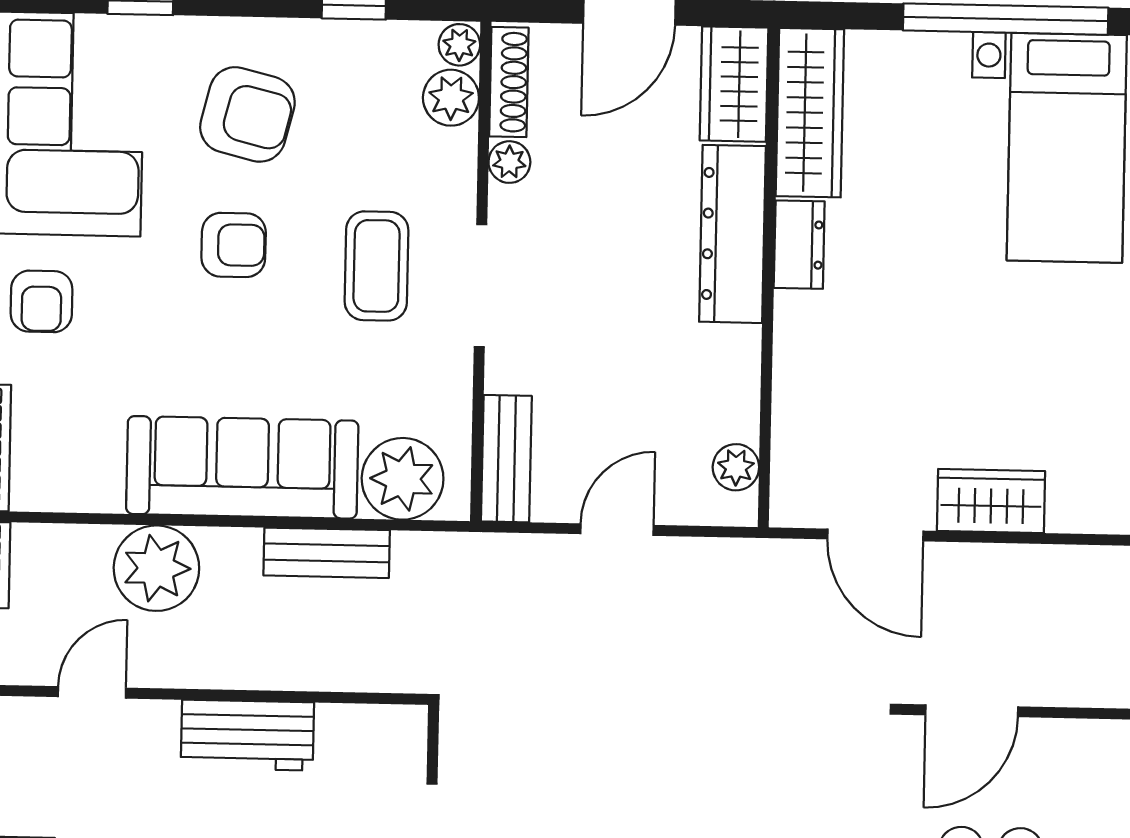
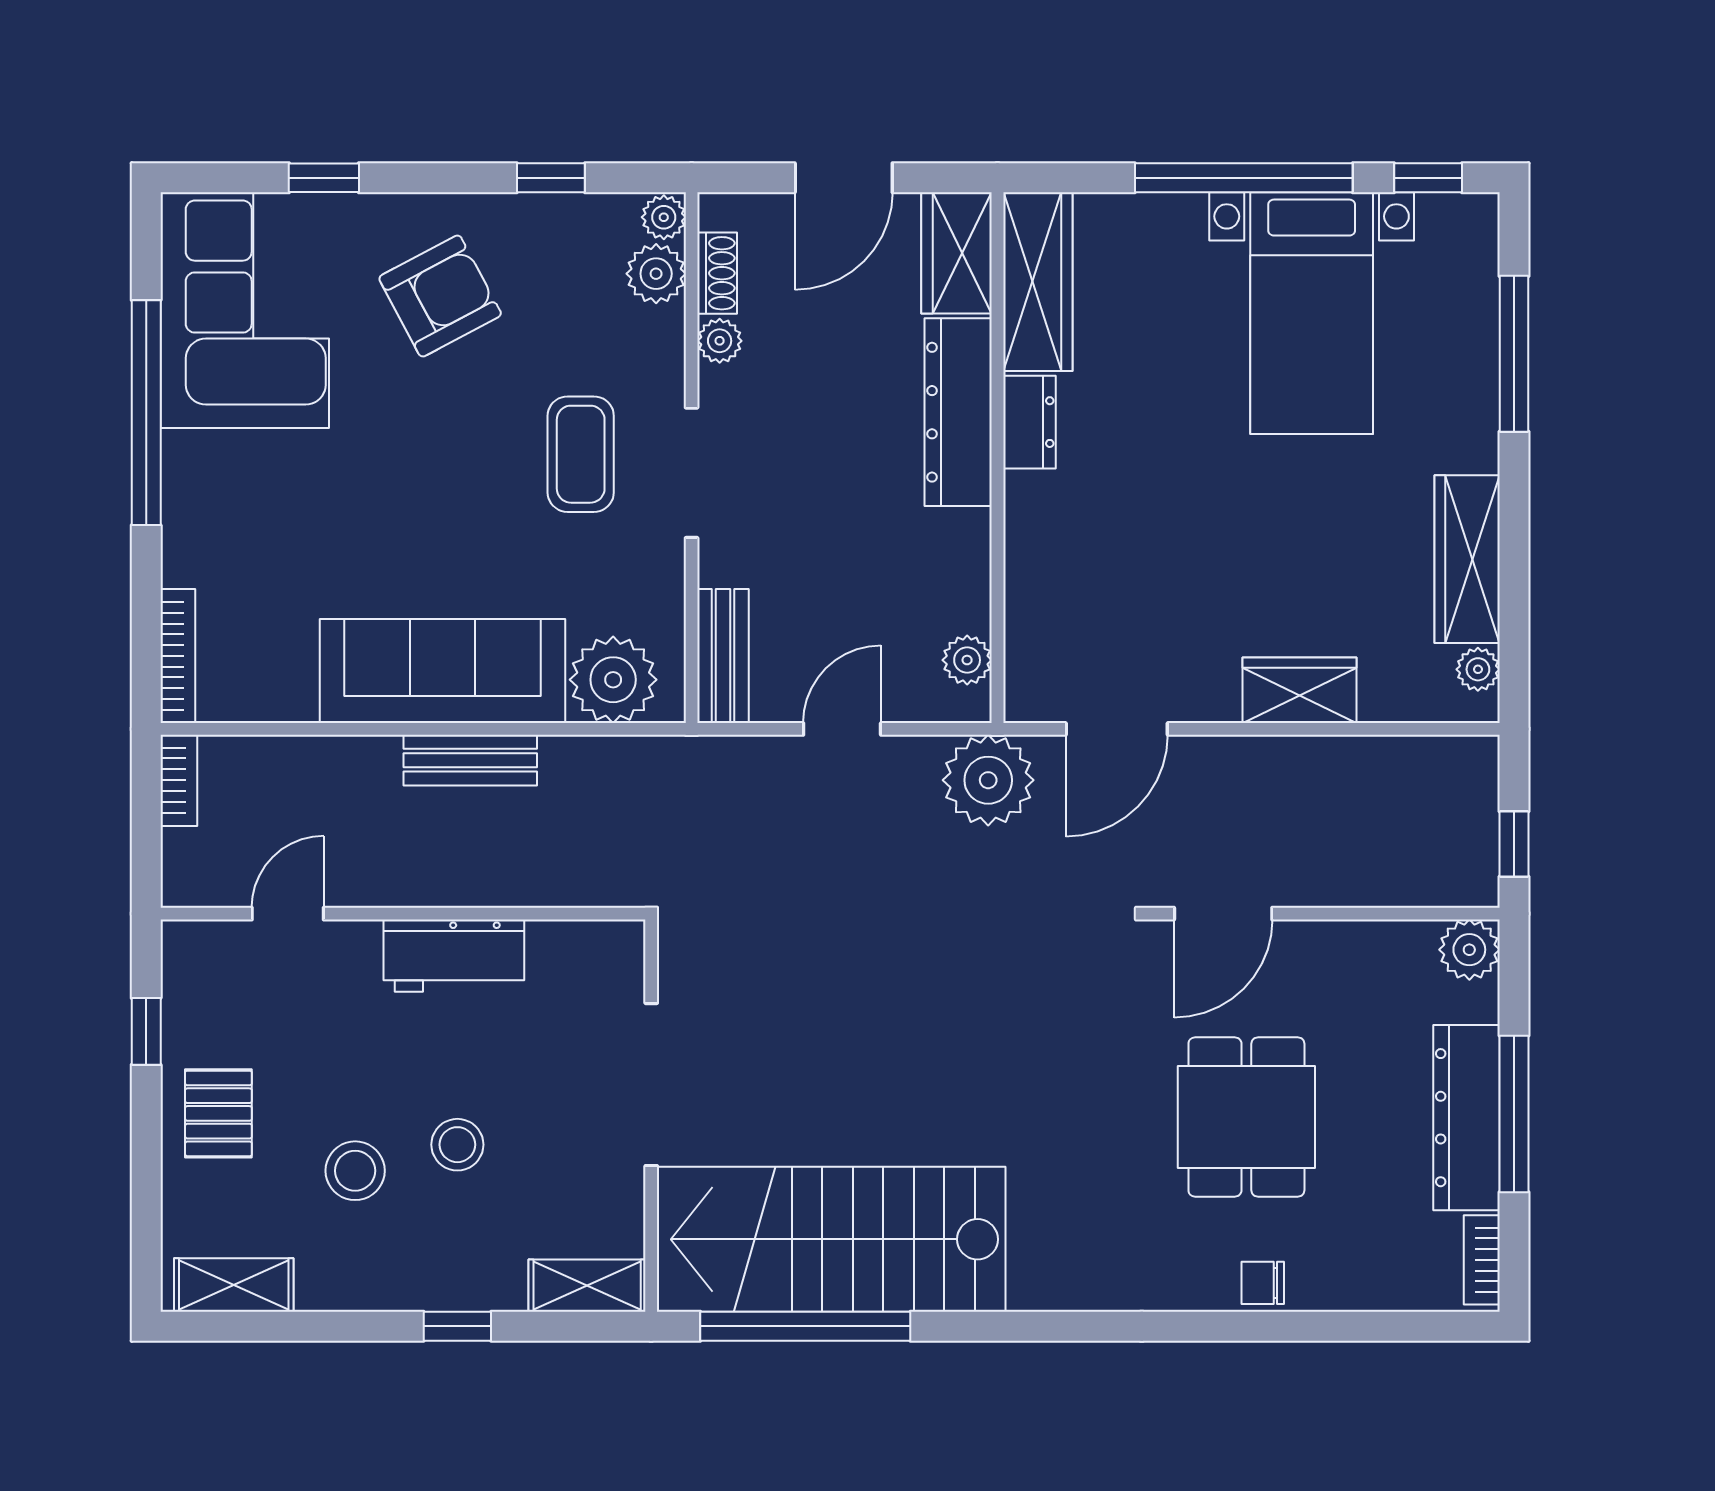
shoe rack: (509, 82) -> (717, 273), width x0.70
armchair: (247, 114) -> (440, 296), turned -42
armchair: (234, 245) -> (428, 435), removed
armchair: (42, 301) -> (225, 499), removed
wardrobe: (991, 501) -> (1300, 690), moved
door: (875, 535) -> (1117, 729), hinge flipped
bench: (327, 553) -> (470, 760), moved
plant: (156, 568) -> (988, 780), moved

